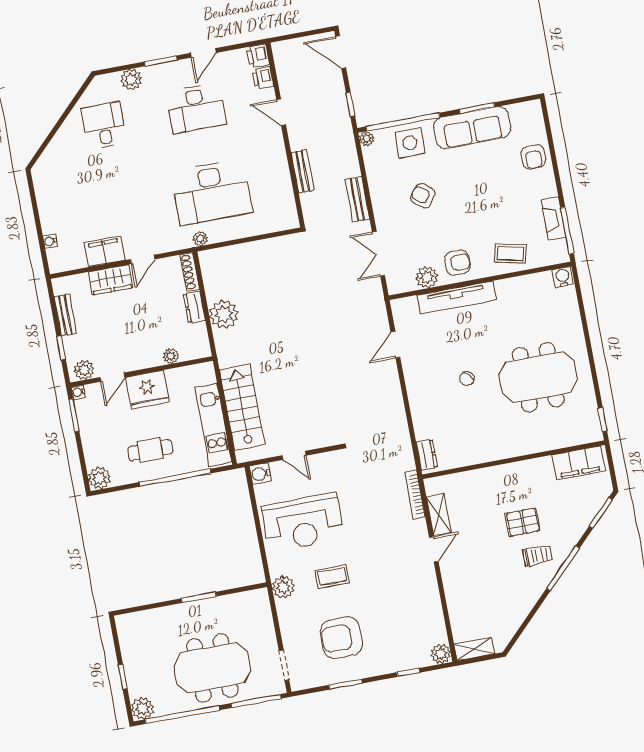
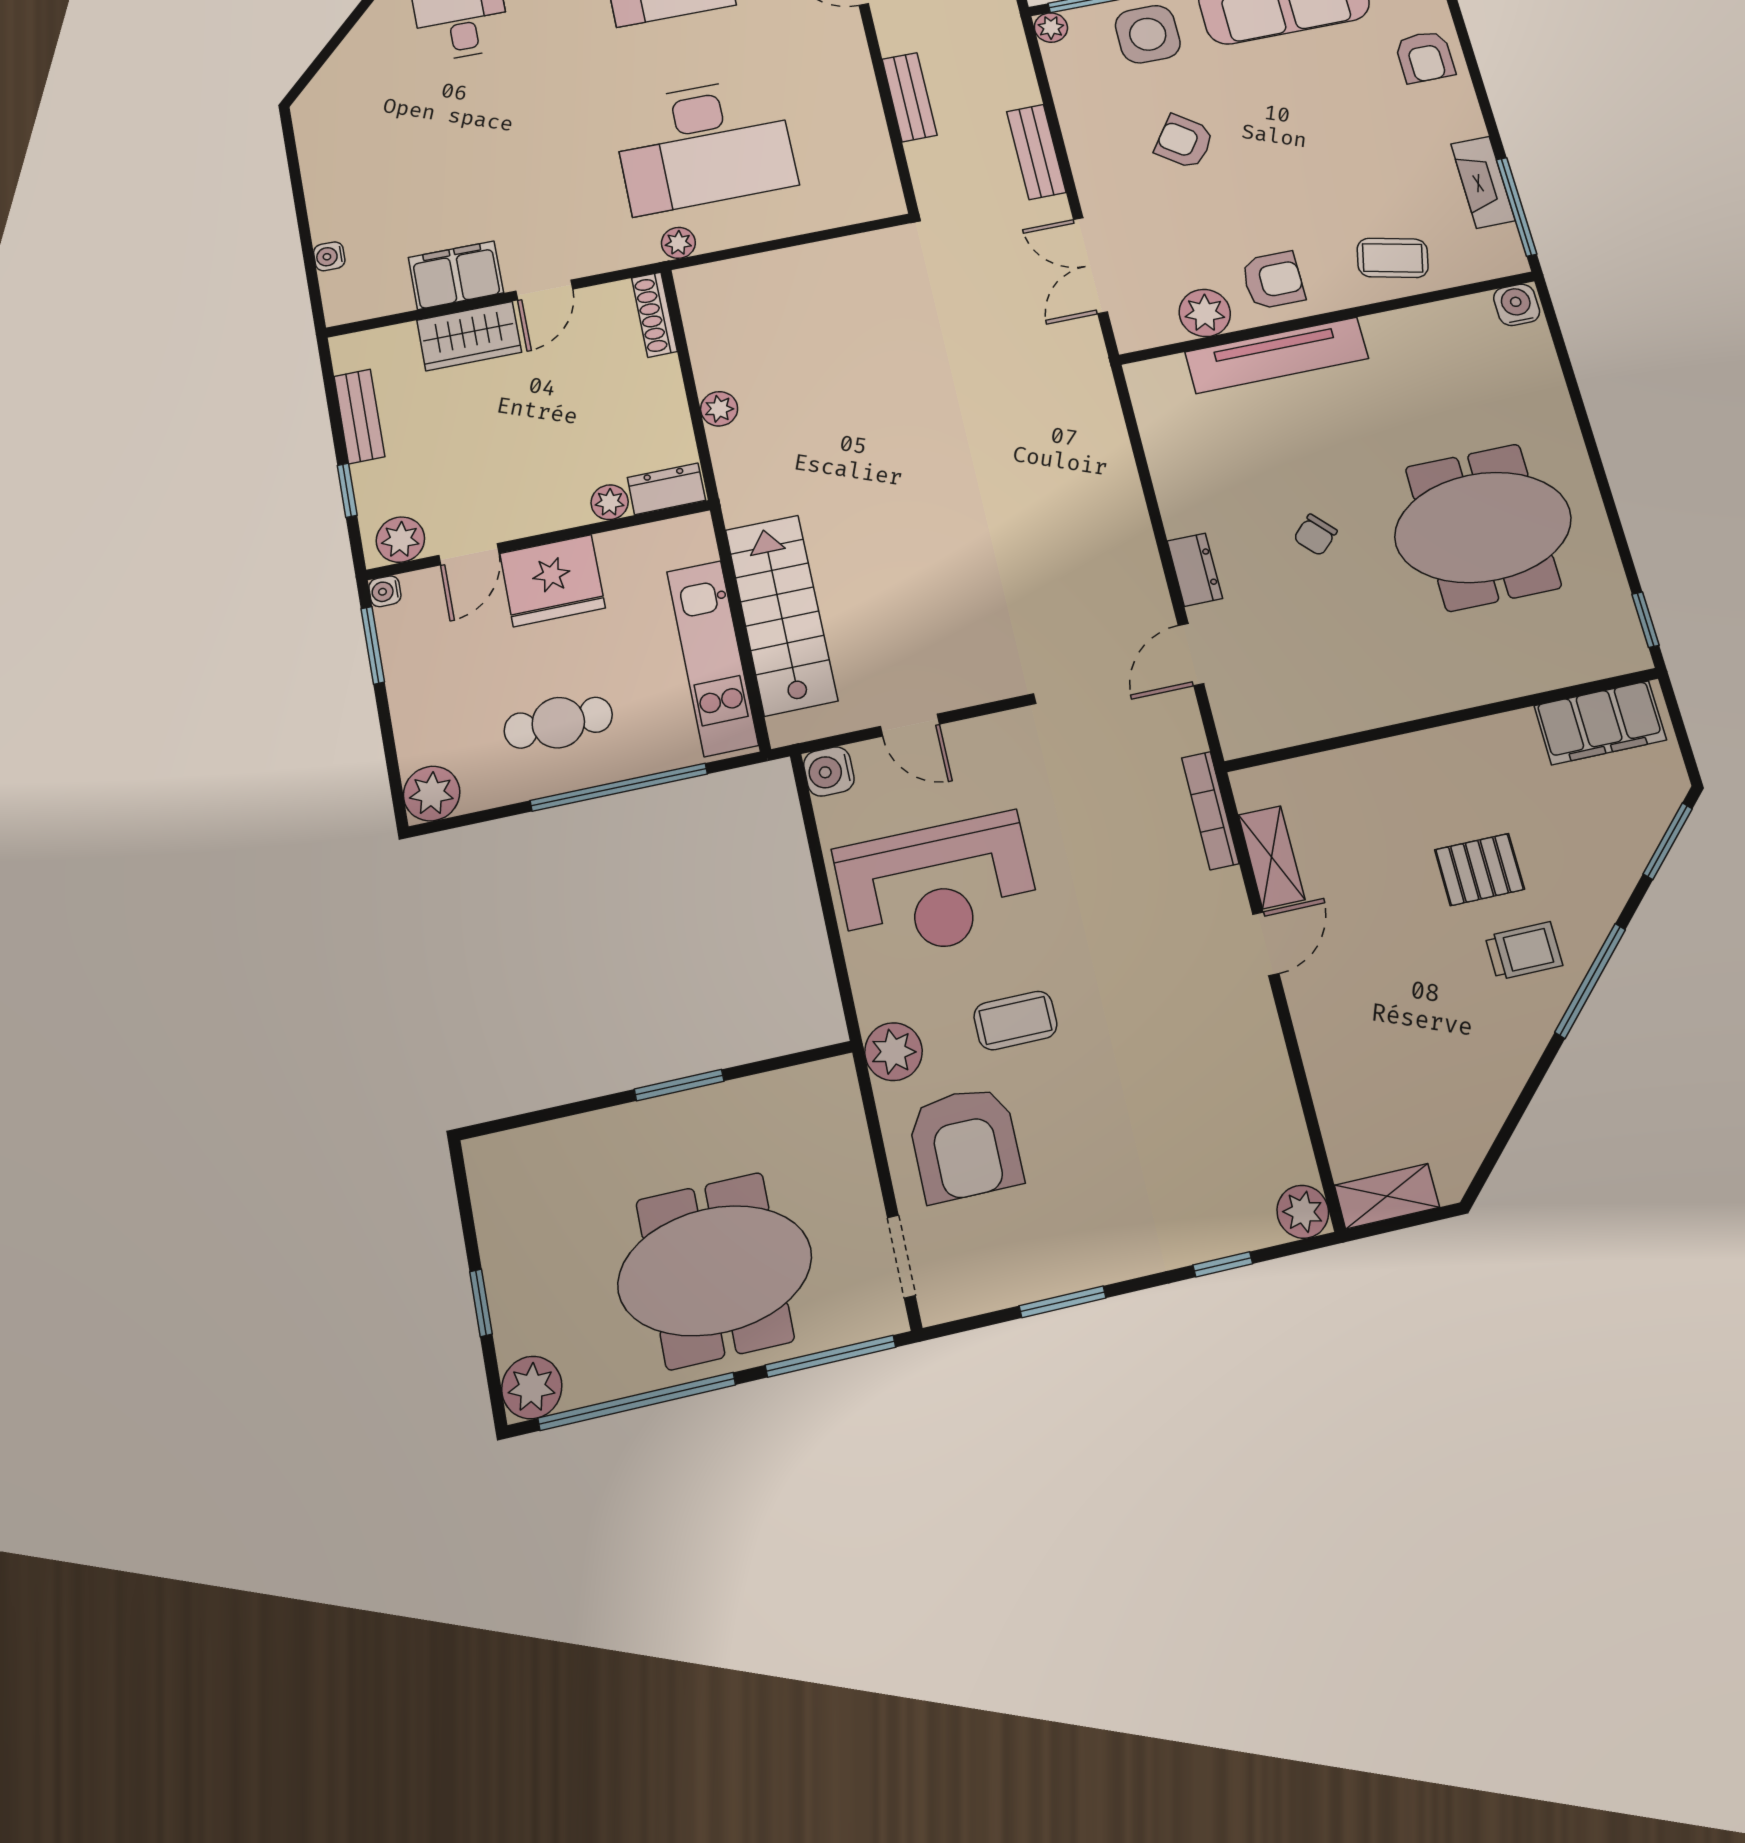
dresser: (194, 307) -> (666, 489), moved, turned 90
plant: (224, 314) -> (719, 409), width x0.53, depth x0.53
door: (395, 345) -> (1191, 655), moved
dresser: (427, 455) -> (1195, 570), moved
armchair: (341, 638) -> (965, 1144), moved, turned -90

